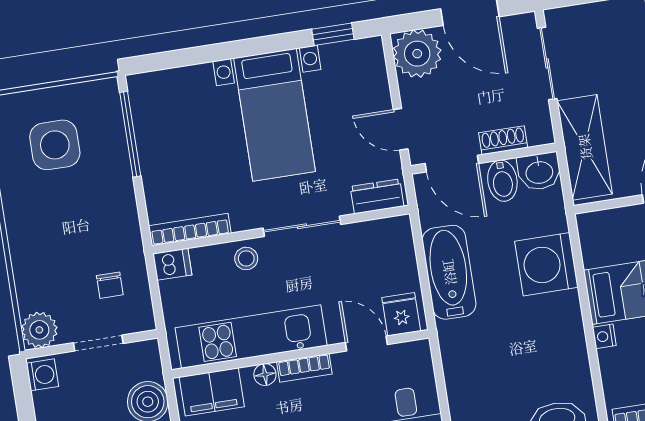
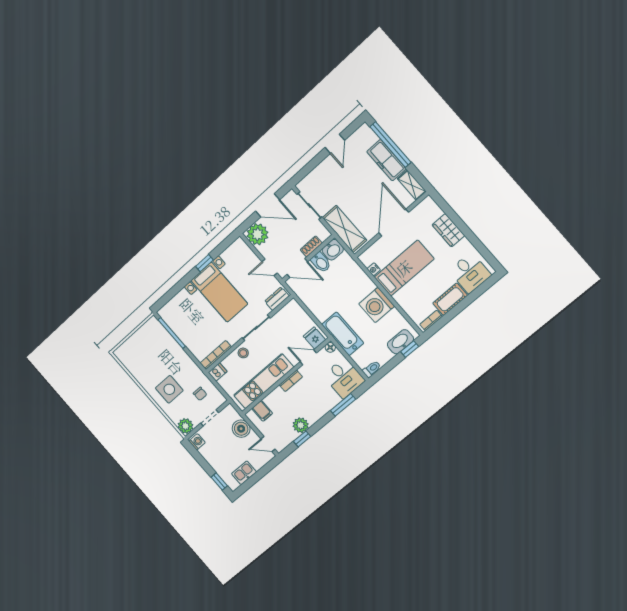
window: (333, 34) -> (204, 263), moved
side table: (55, 145) -> (169, 389), moved
washing machine: (546, 264) -> (377, 305), moved
bathtub: (449, 272) -> (343, 334), moved
nightstand: (604, 336) -> (374, 269), moved
floor lamp: (265, 375) -> (330, 347), moved
filing cabinet: (212, 392) -> (262, 411), width x0.50

